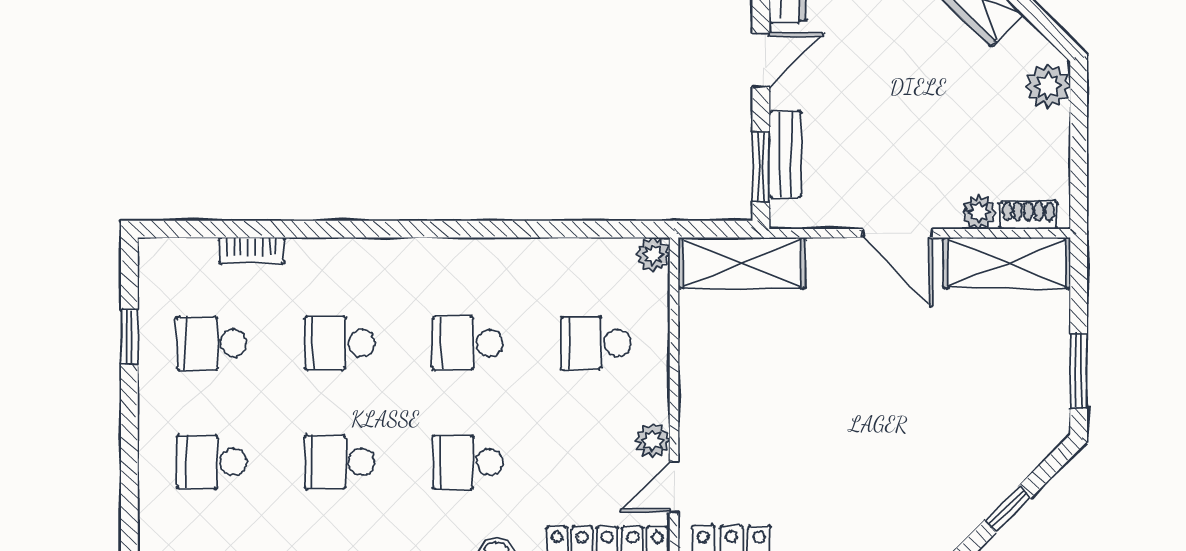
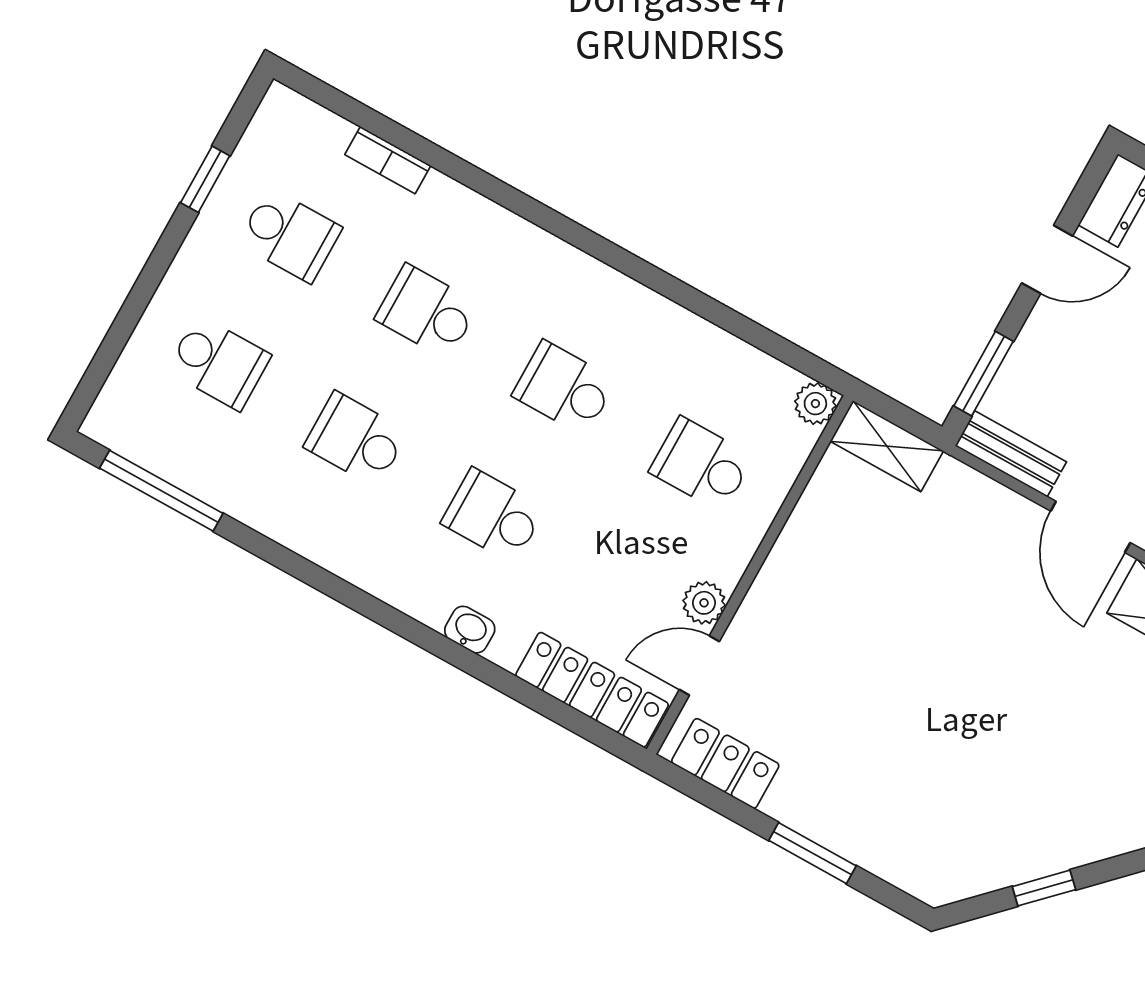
bench: (785, 154) -> (1011, 454), moved, turned 90
shelving: (742, 263) -> (887, 446), width x0.67, depth x0.75
school desk: (212, 343) -> (290, 235), turned 180
school desk: (212, 462) -> (219, 363), turned 180

